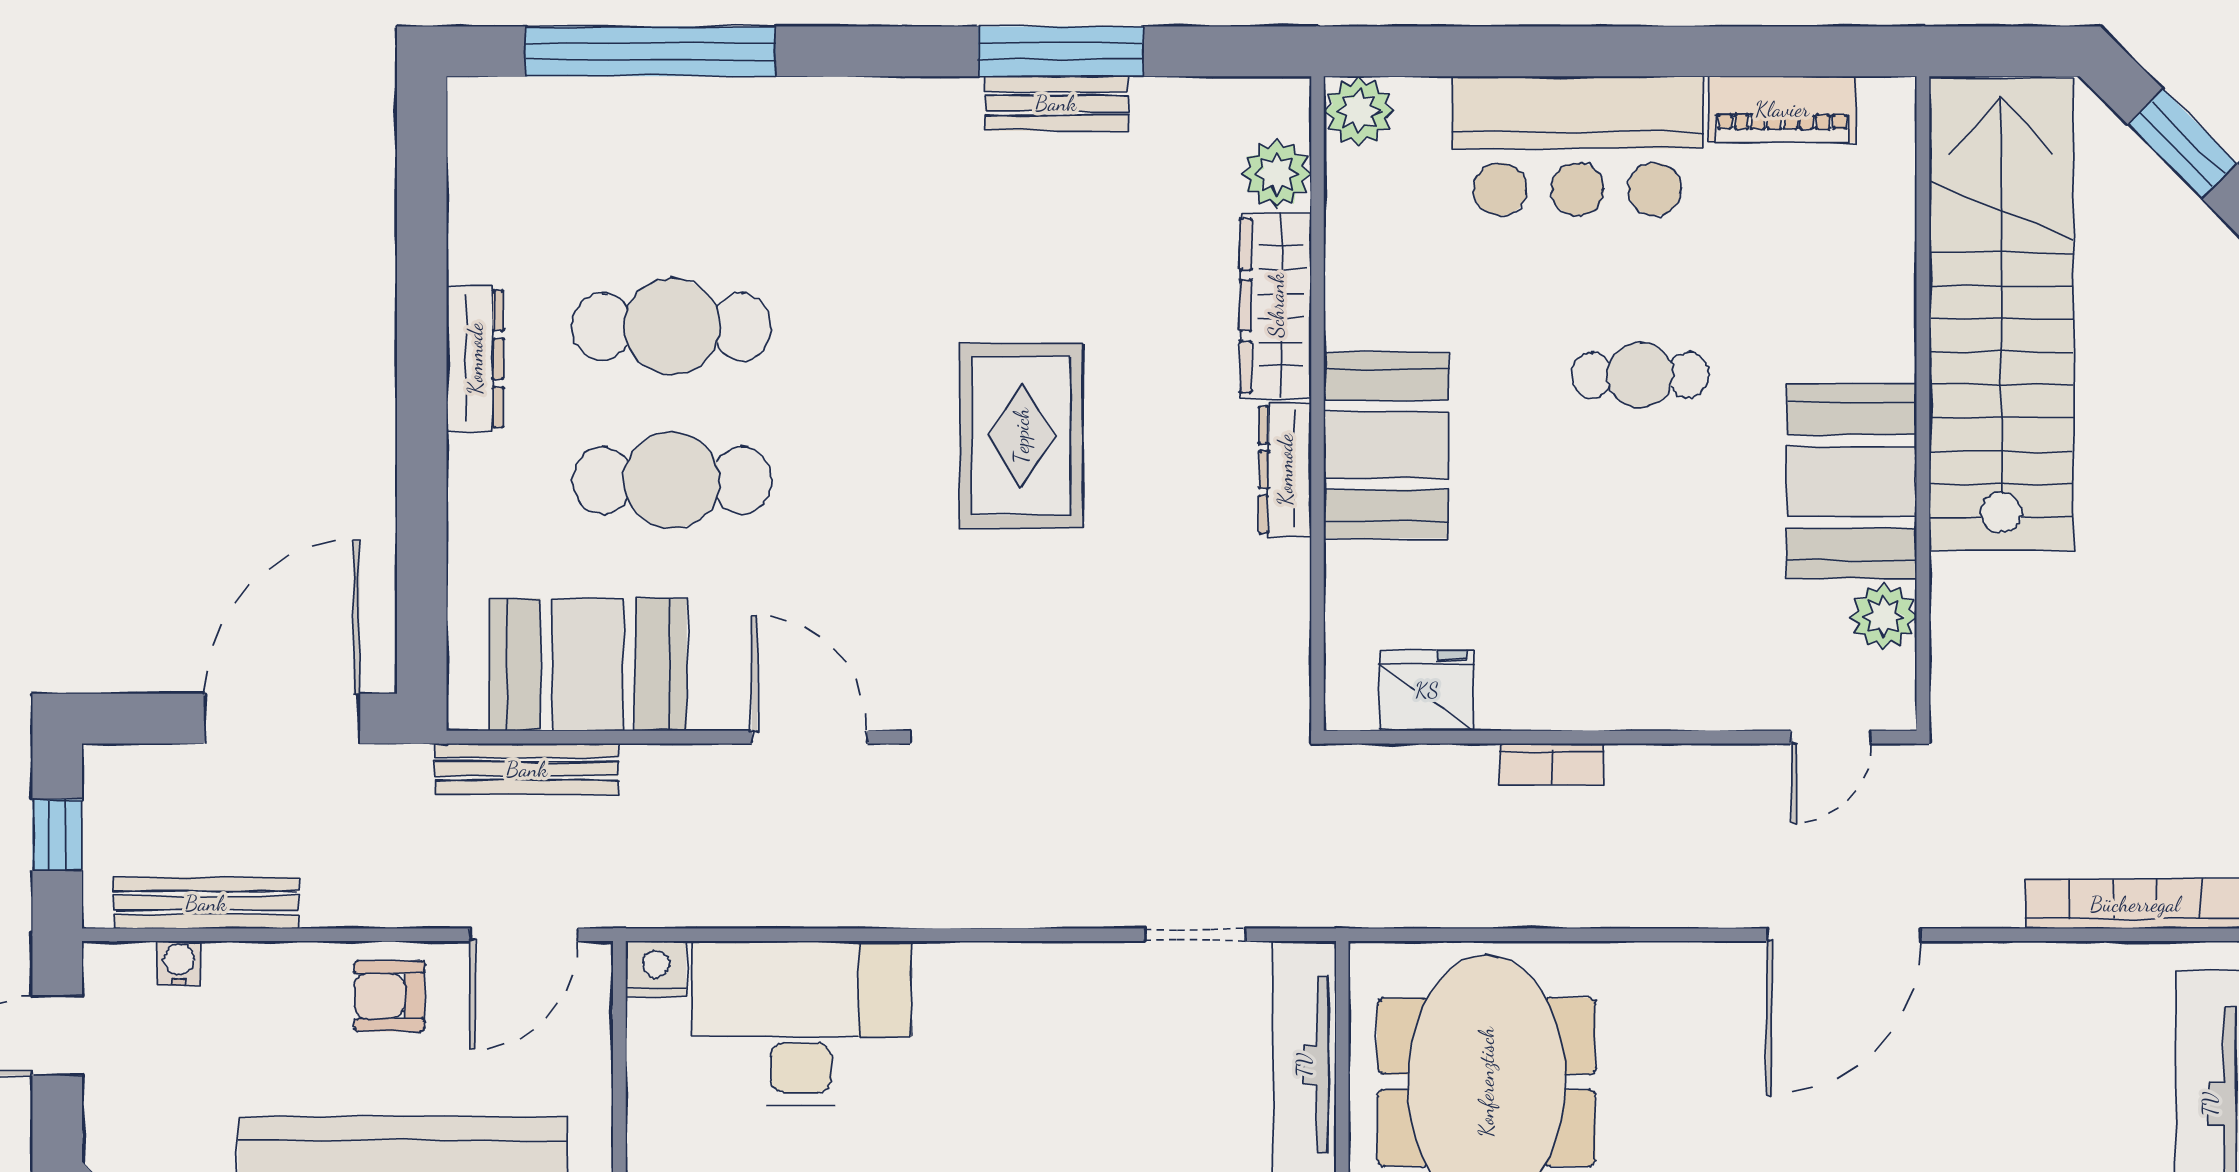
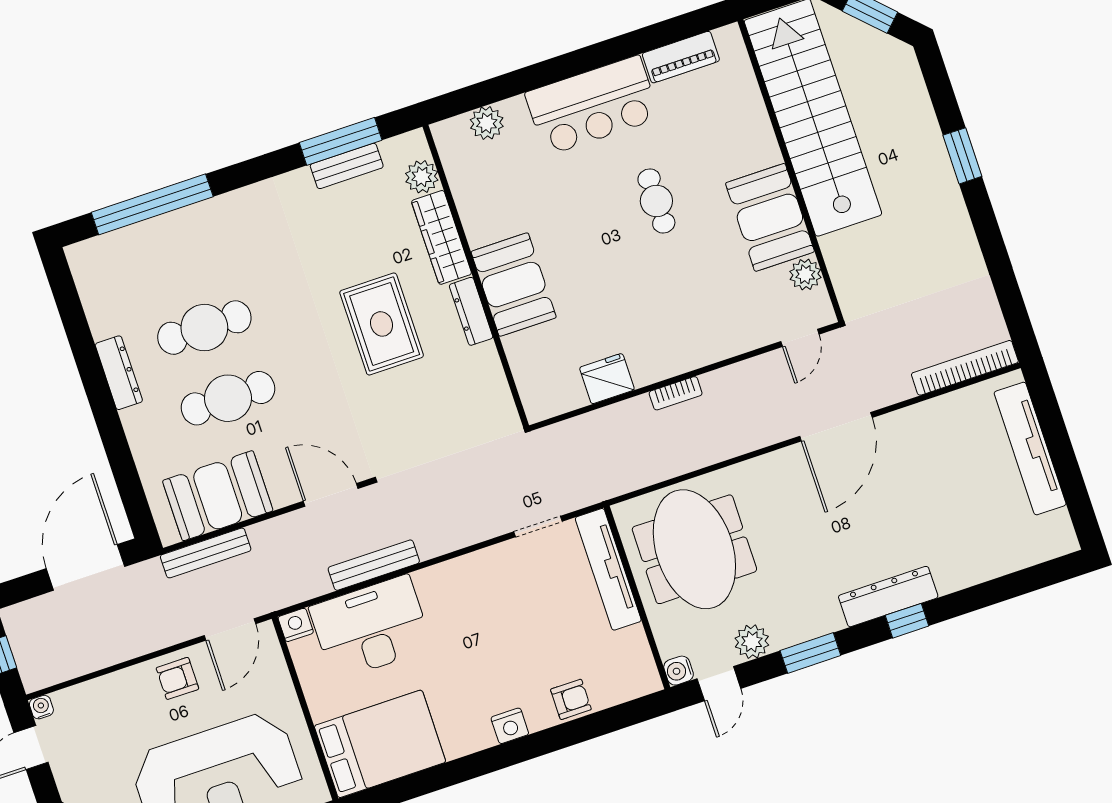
plant: (1277, 174) -> (422, 177), moved
wardrobe: (1276, 305) -> (442, 237), moved
cafe table: (1640, 375) -> (656, 201), turned 90
wall: (1317, 403) -> (476, 276), moved
booth: (1386, 445) -> (514, 285), moved
dresser: (1285, 470) -> (471, 311), moved
bench: (206, 903) -> (374, 565), moved
water cooler: (179, 963) -> (41, 707), moved

